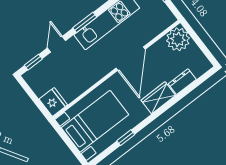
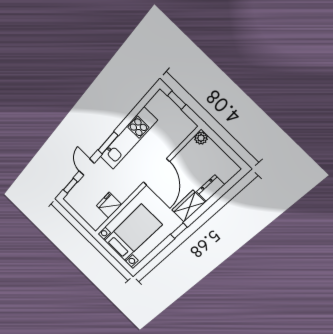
plant: (178, 39) -> (201, 138), width x0.53, depth x0.53
fridge: (53, 102) -> (109, 205), moved, turned -90
window: (126, 138) -> (179, 231), moved

